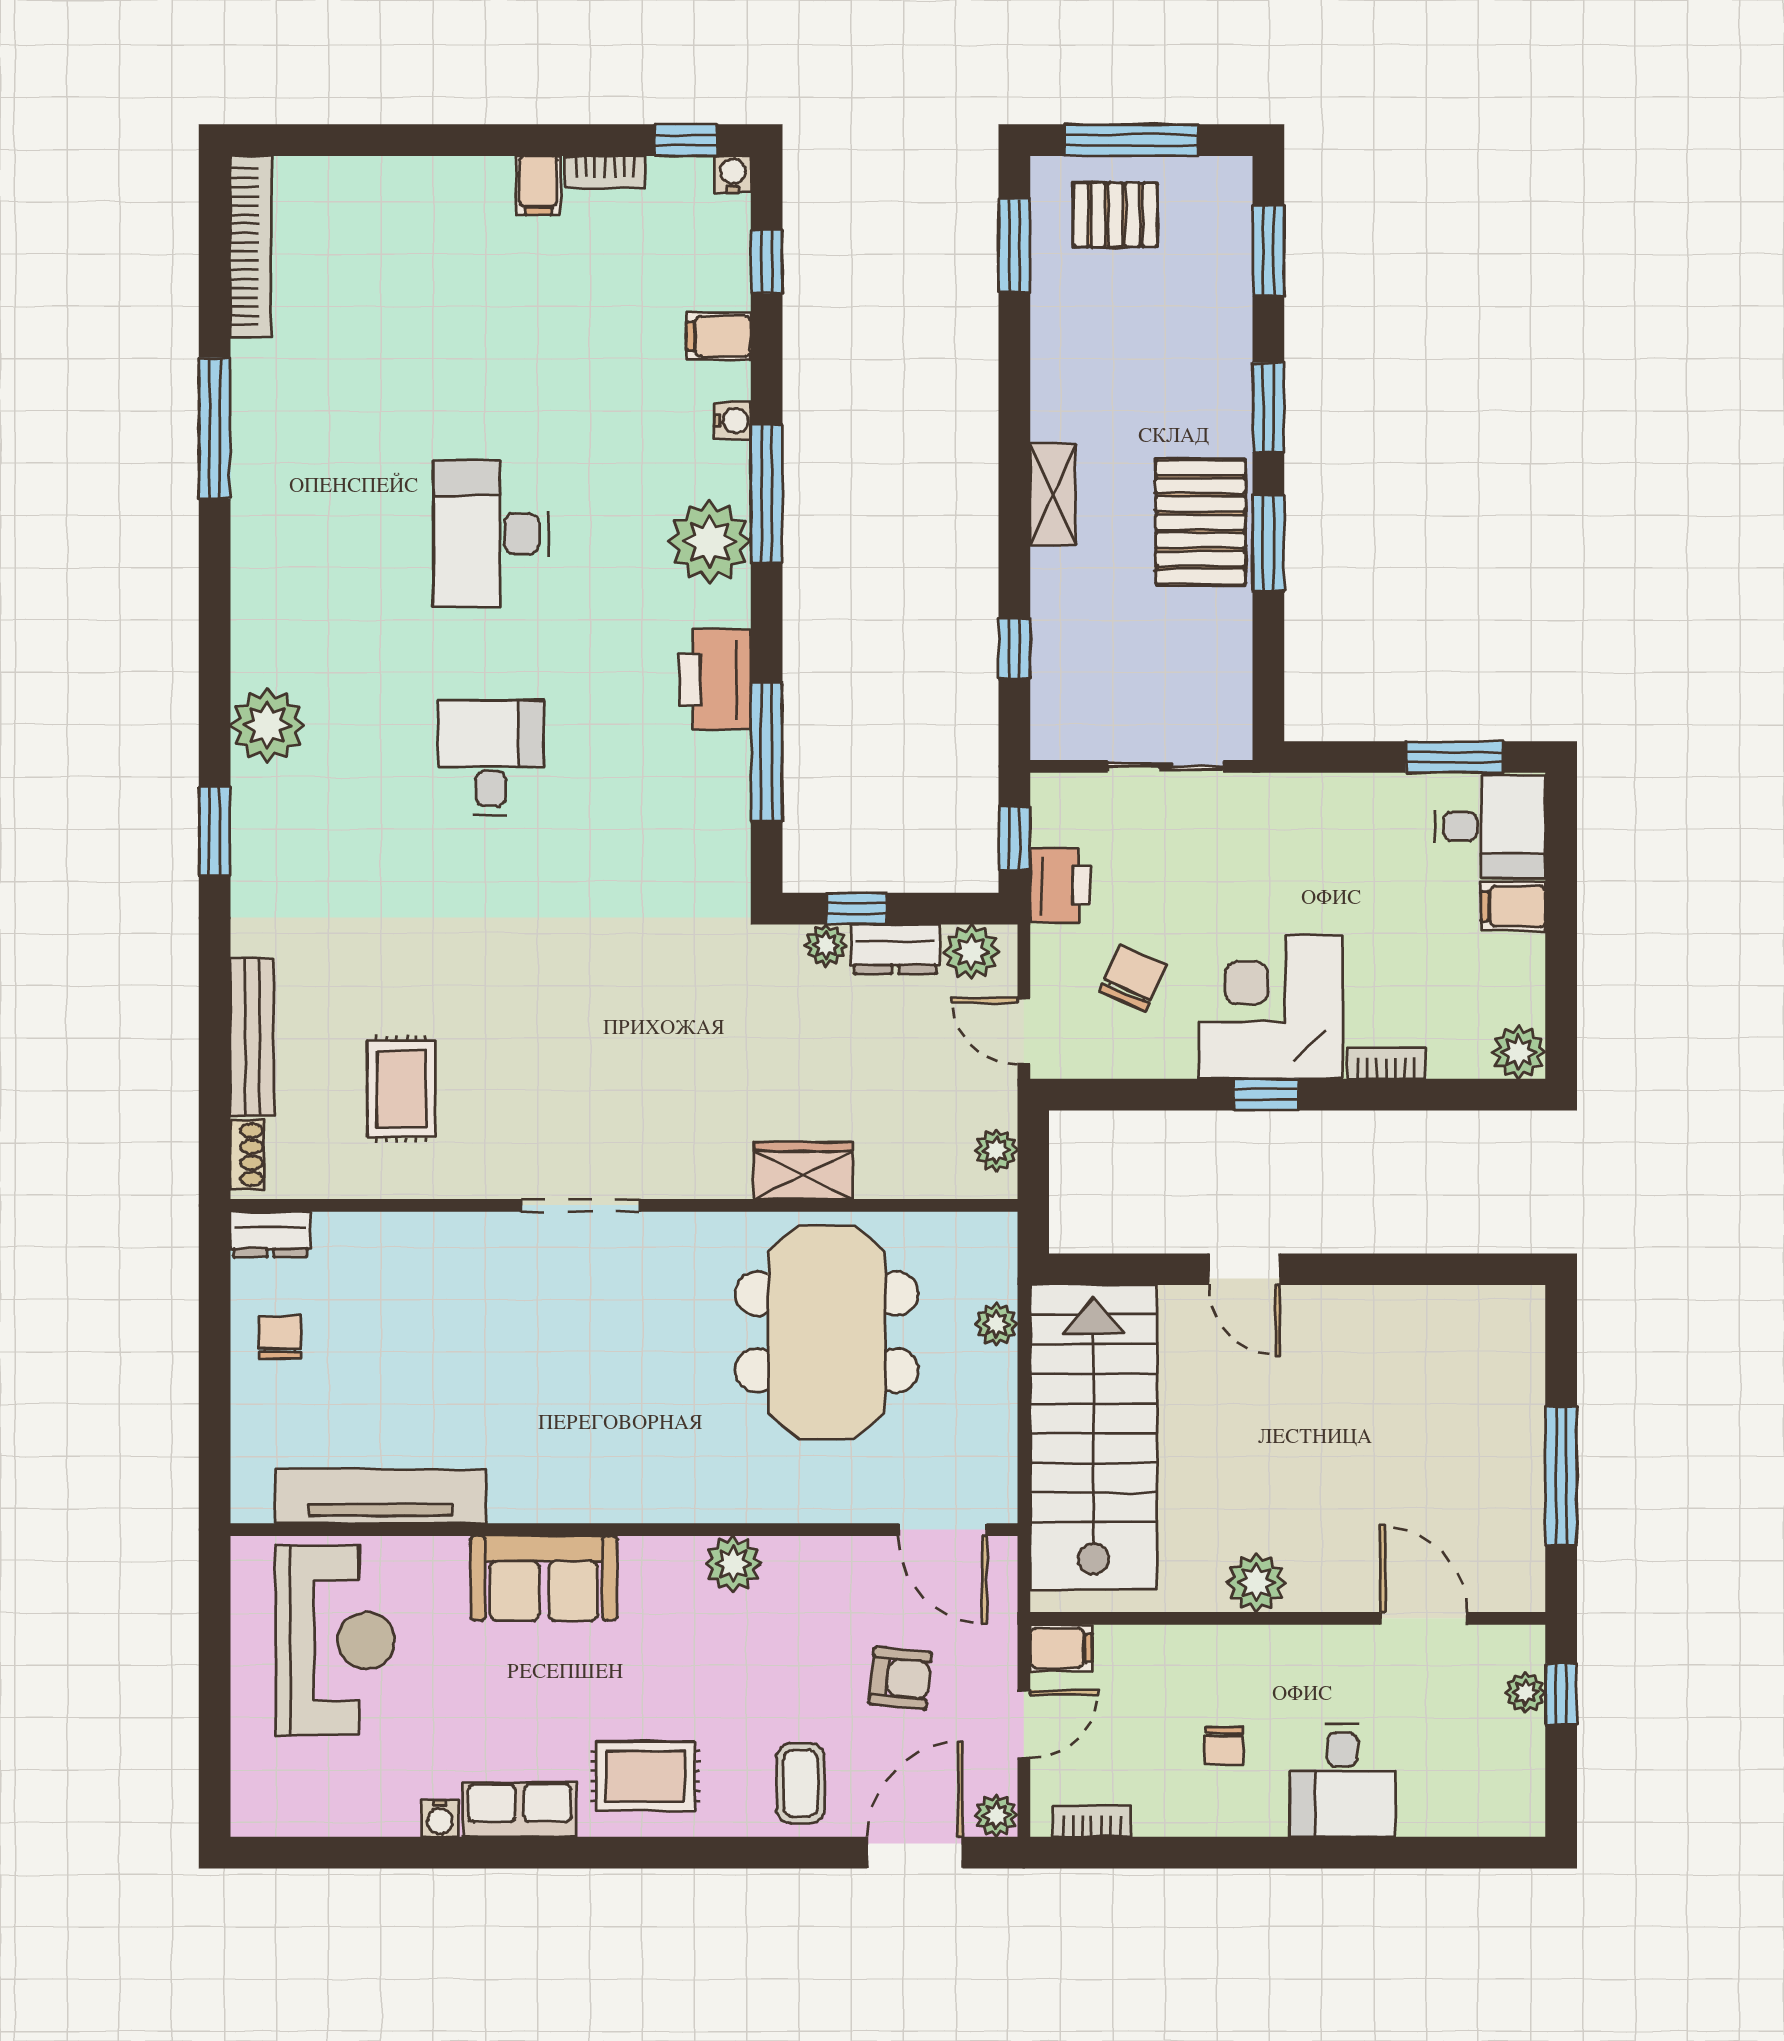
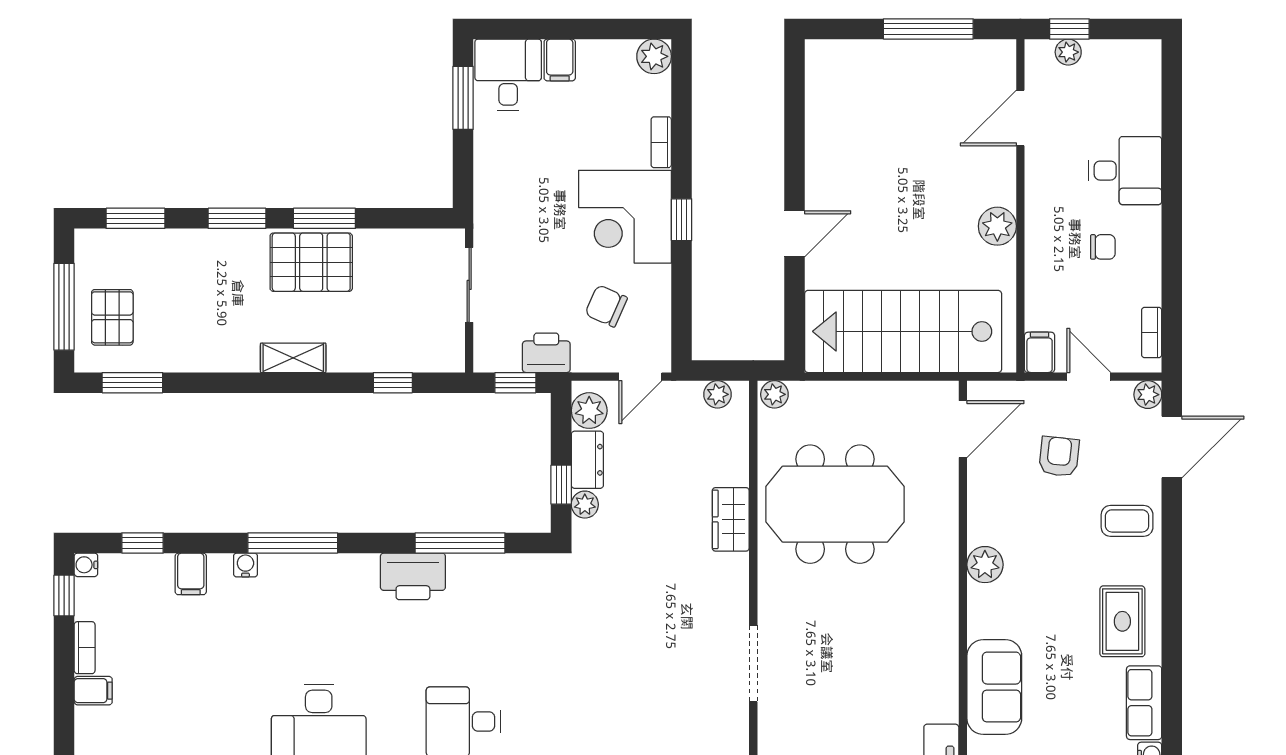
plant: (710, 542) -> (324, 580), removed
plant: (996, 1324) -> (774, 394), moved
door: (915, 1853) -> (1172, 447), swing flipped

